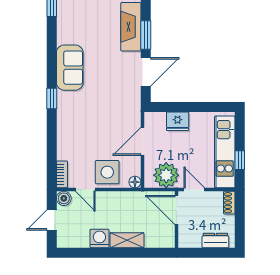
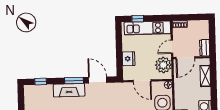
window: (240, 160) -> (138, 19), moved
shelving: (127, 240) -> (205, 76), moved
dresser: (215, 240) -> (205, 48), moved

